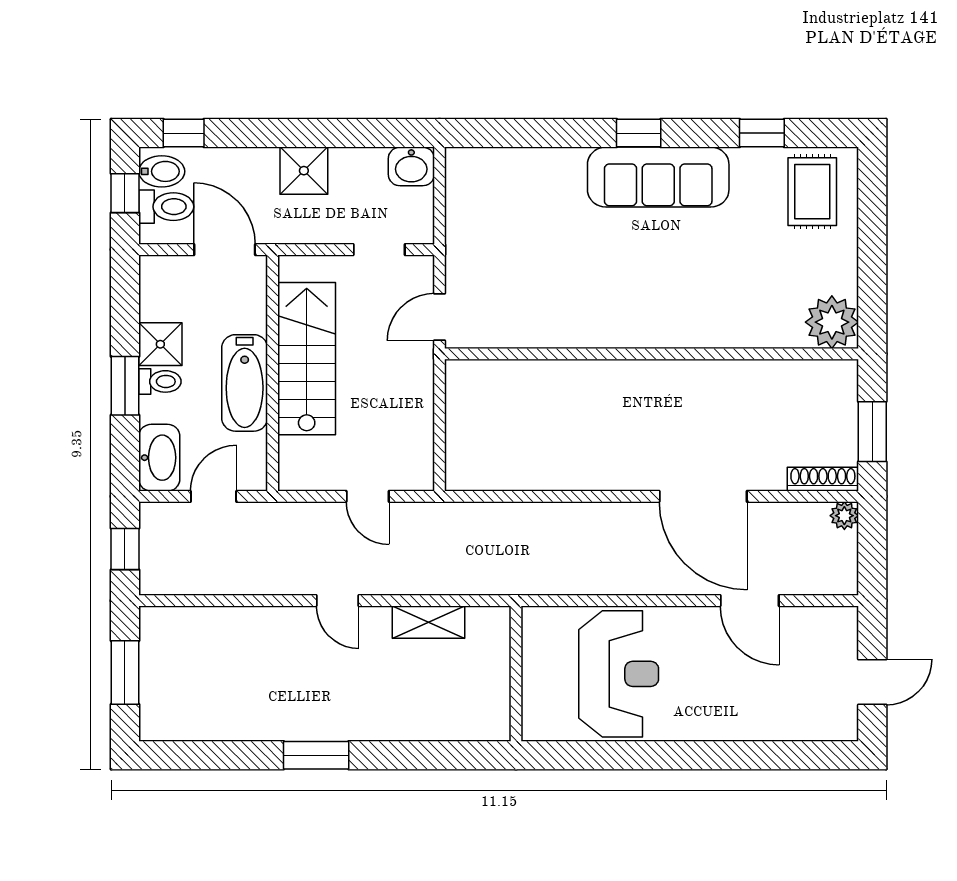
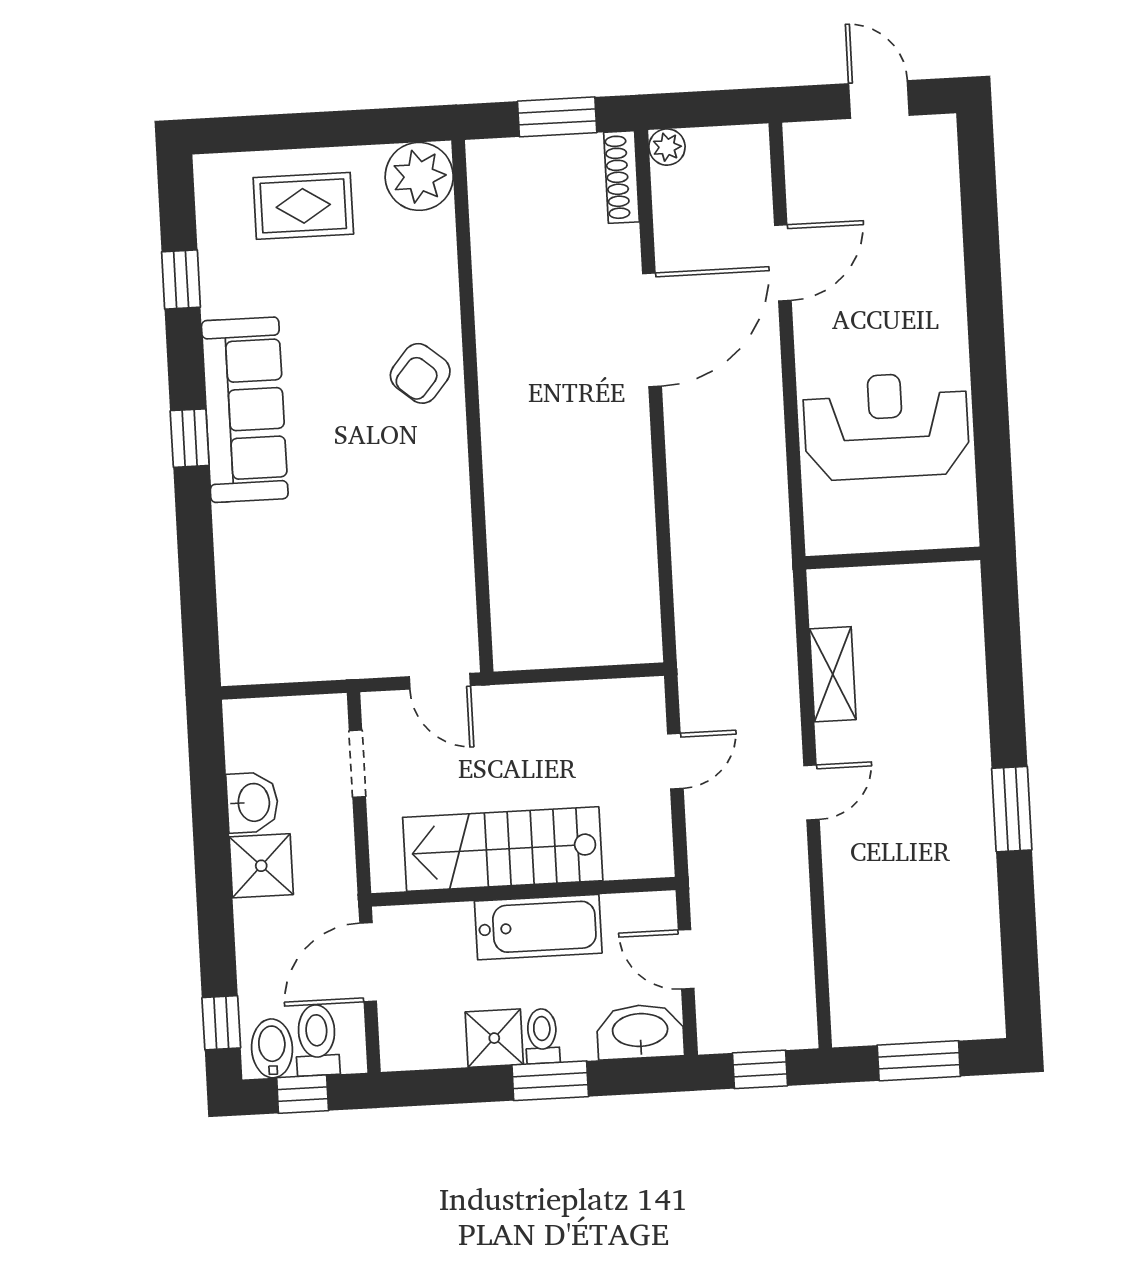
washbasin: (411, 166) -> (252, 803), moved
rug: (812, 192) -> (303, 206), moved
armchair: (679, 315) -> (420, 373), added

